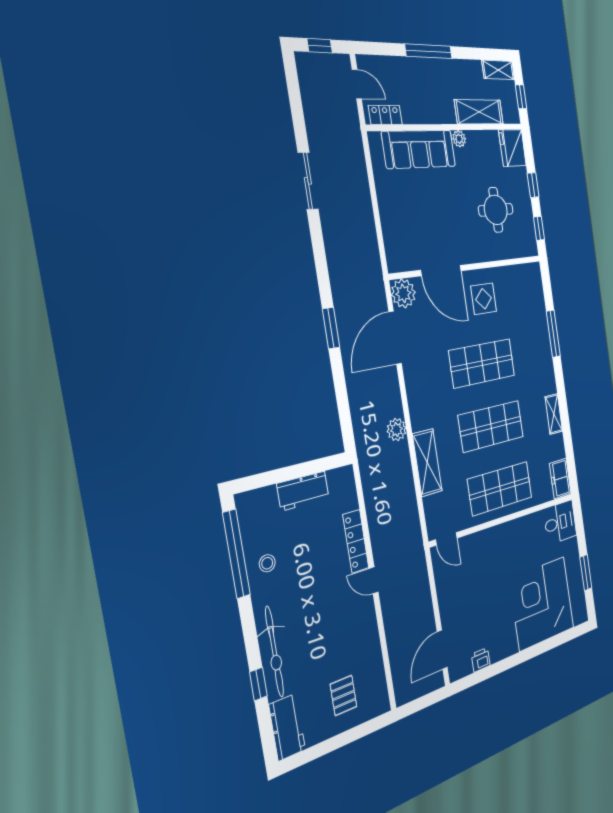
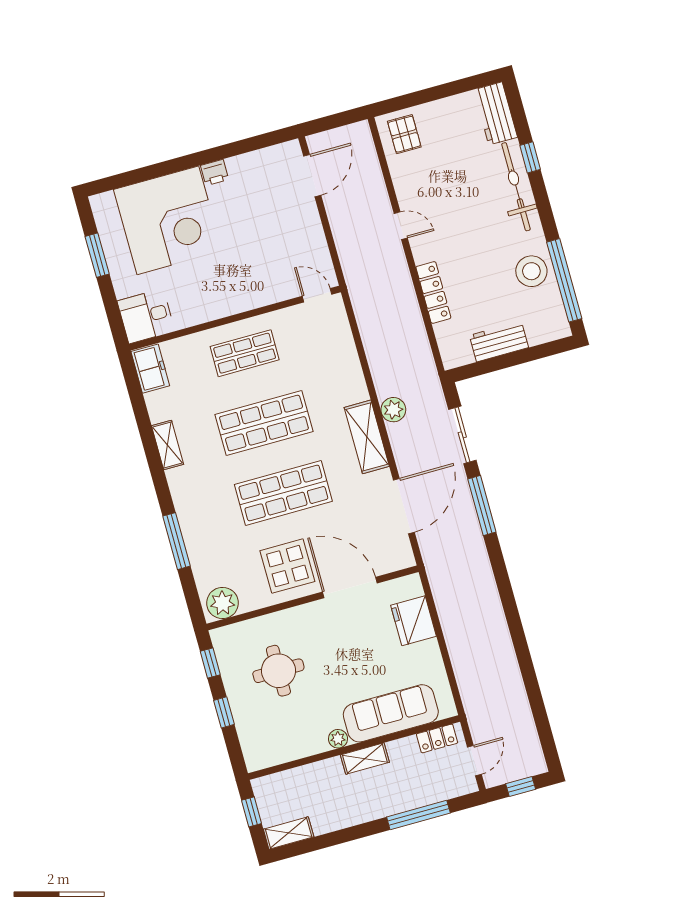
window: (429, 51) -> (418, 815), moved
door: (357, 84) -> (474, 761), swing flipped
shelving: (479, 112) -> (365, 759), moved, width x0.67, depth x0.75
fridge: (513, 148) -> (414, 621), moved, turned 180
sliding door: (308, 181) -> (462, 435), moved
plant: (403, 293) -> (223, 603), moved
display table: (484, 299) -> (287, 566), width x1.36, depth x1.36
window: (331, 328) -> (482, 506), width x1.44
shelving: (427, 463) -> (367, 437), moved
shop shelf: (500, 488) -> (245, 353), width x0.70, depth x0.74
stool: (267, 563) -> (531, 271), width x1.89, depth x1.89
door: (374, 580) -> (401, 226), moved
printer: (481, 660) -> (215, 172), moved
pallet: (343, 695) -> (404, 134), moved

